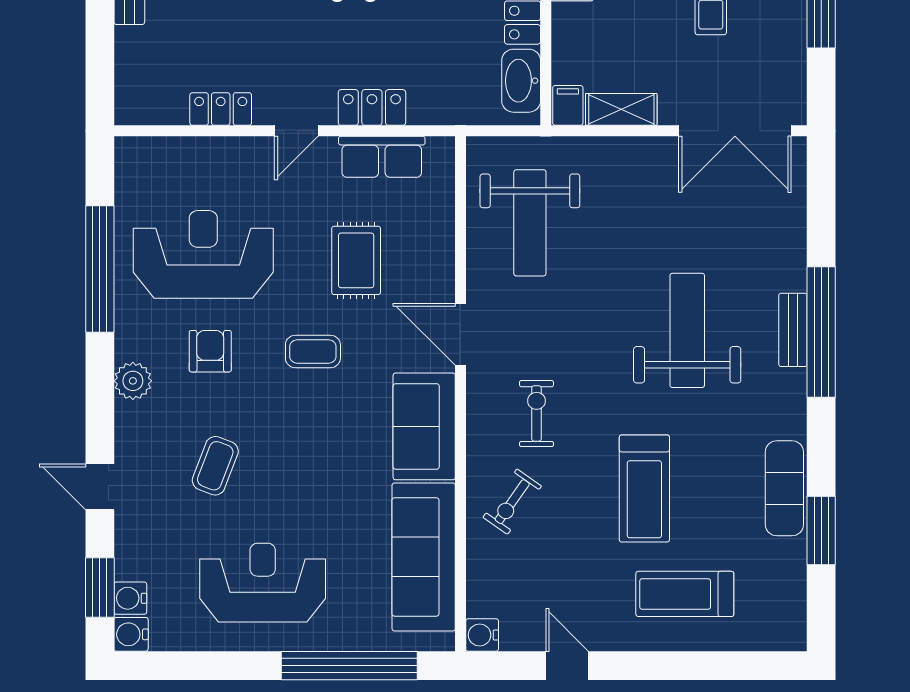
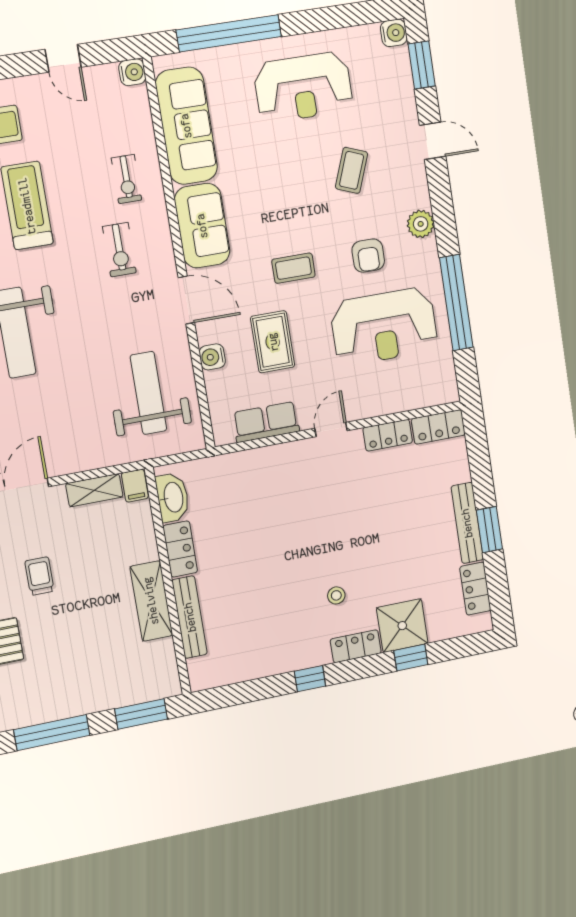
locker: (372, 107) -> (438, 427), moved
exercise bike: (512, 502) -> (127, 179), turned 145
water cooler: (130, 598) -> (212, 357), moved, turned 180

